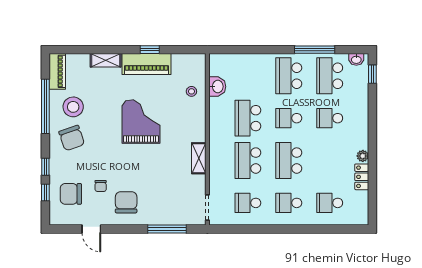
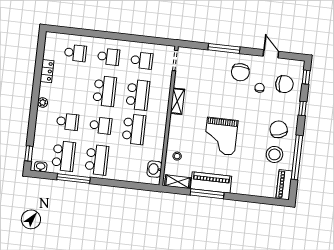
window: (150, 50) -> (207, 194), width x2.17
shelving: (106, 60) -> (178, 182), moved
washbasin: (217, 87) -> (154, 169), moved
plant: (363, 156) -> (43, 103), moved
window: (45, 193) -> (306, 77), moved
window: (167, 229) -> (224, 48), moved

